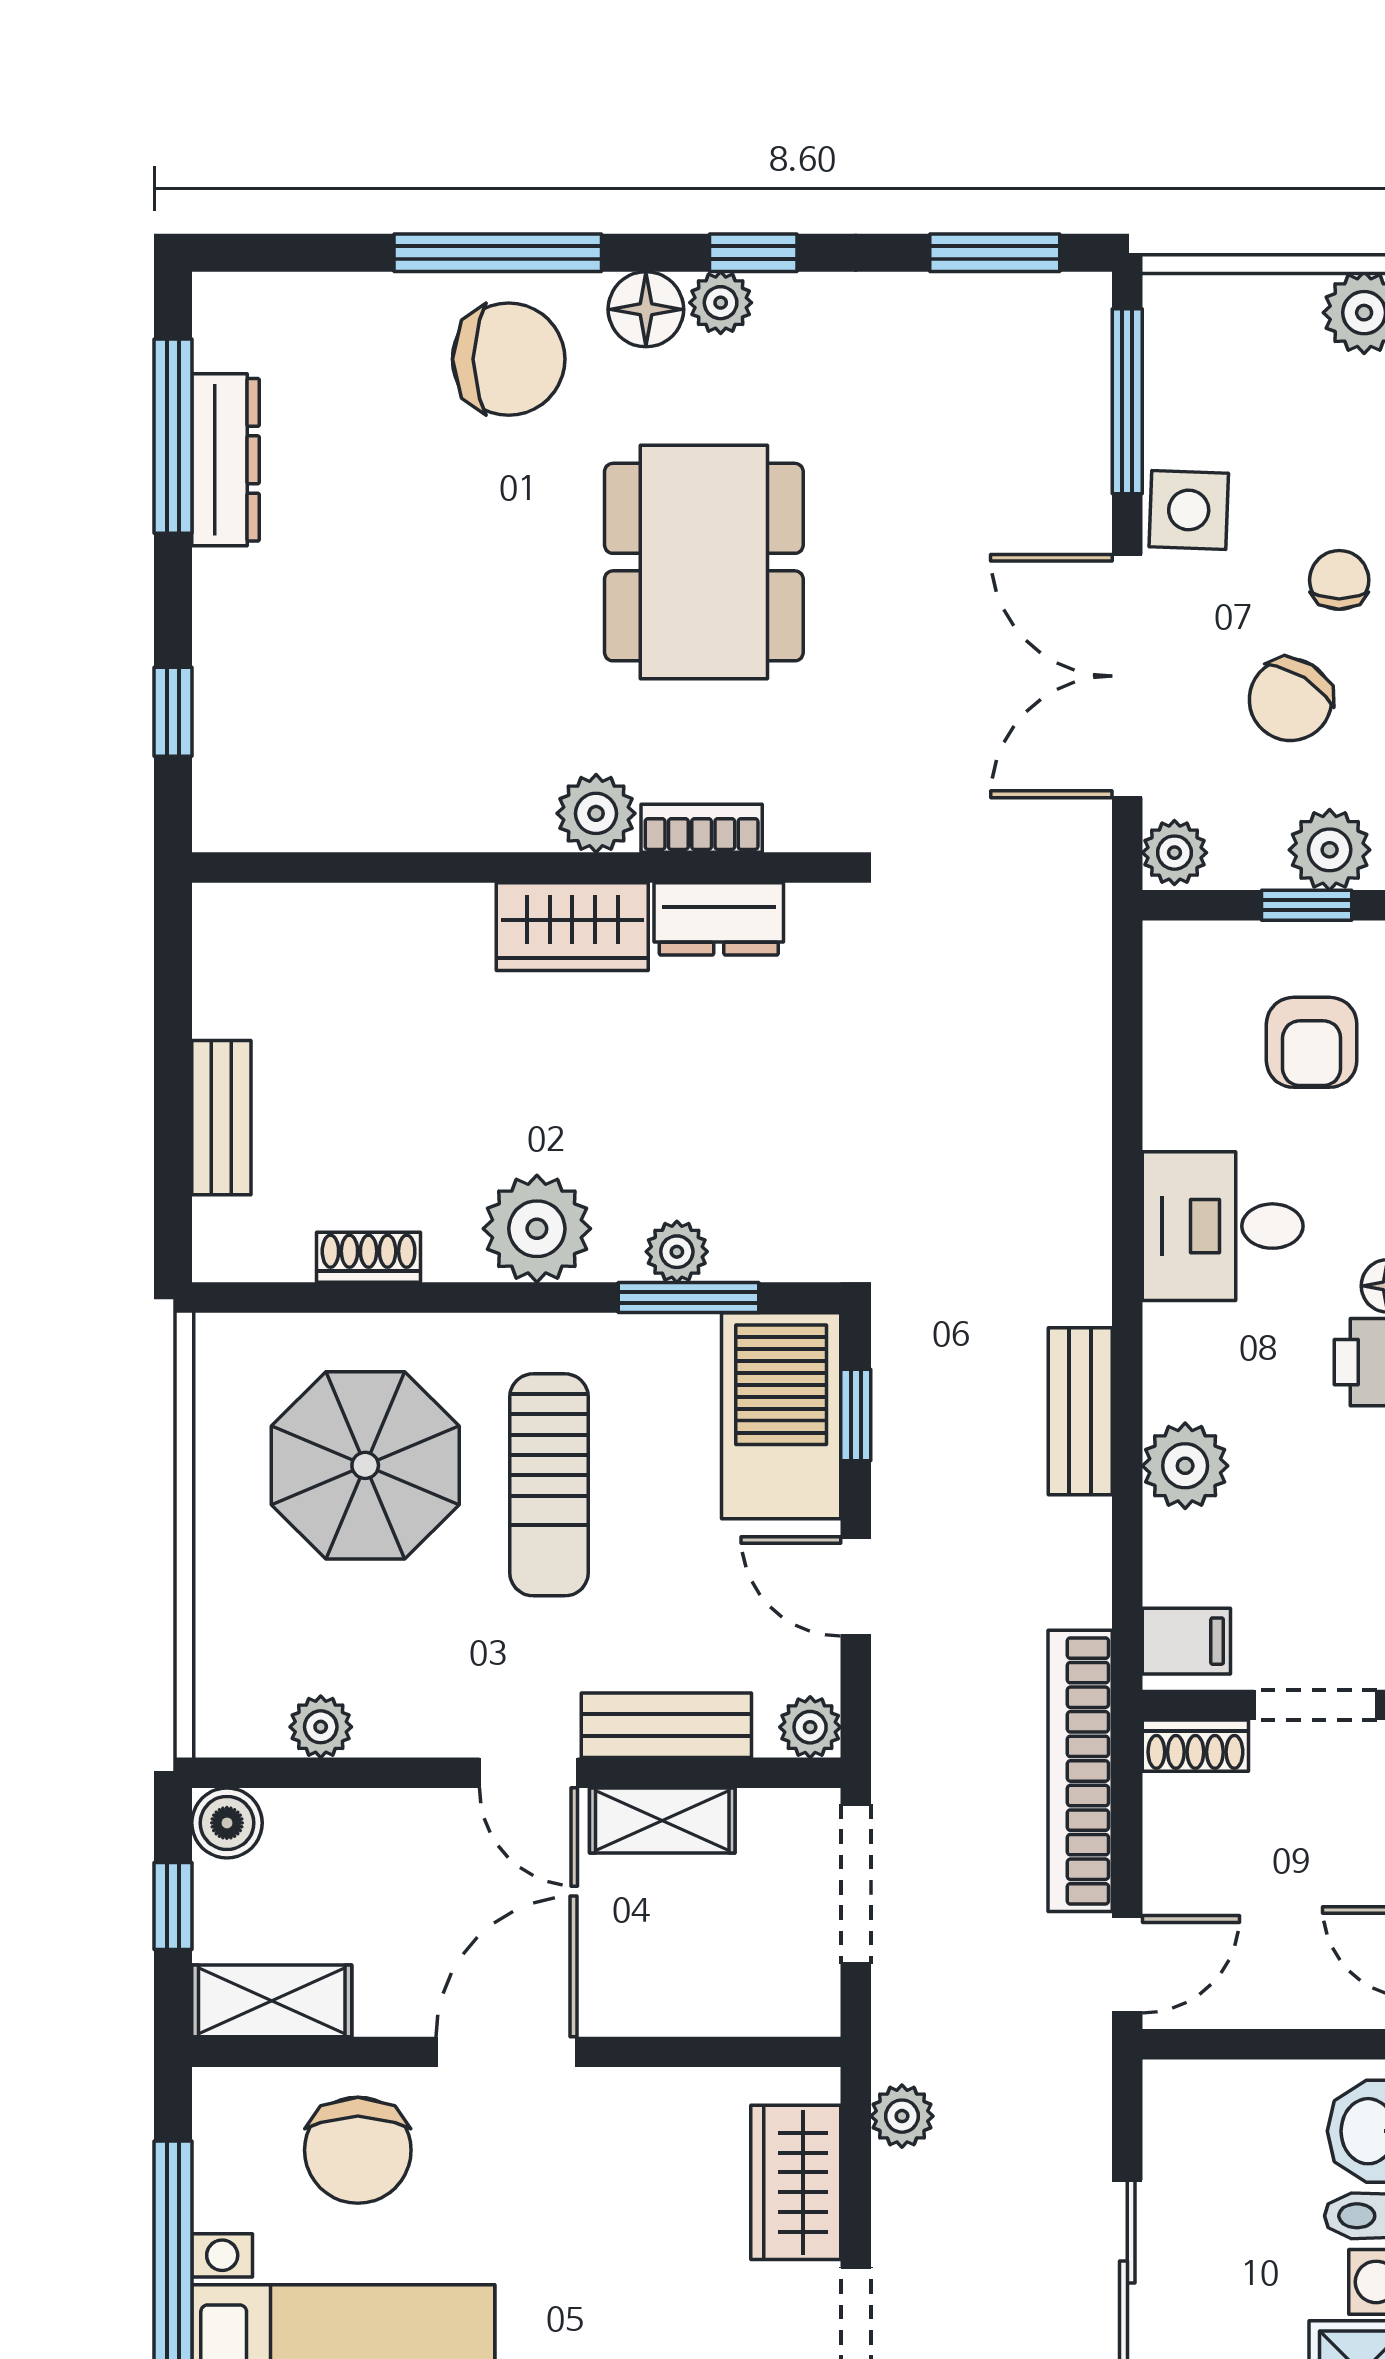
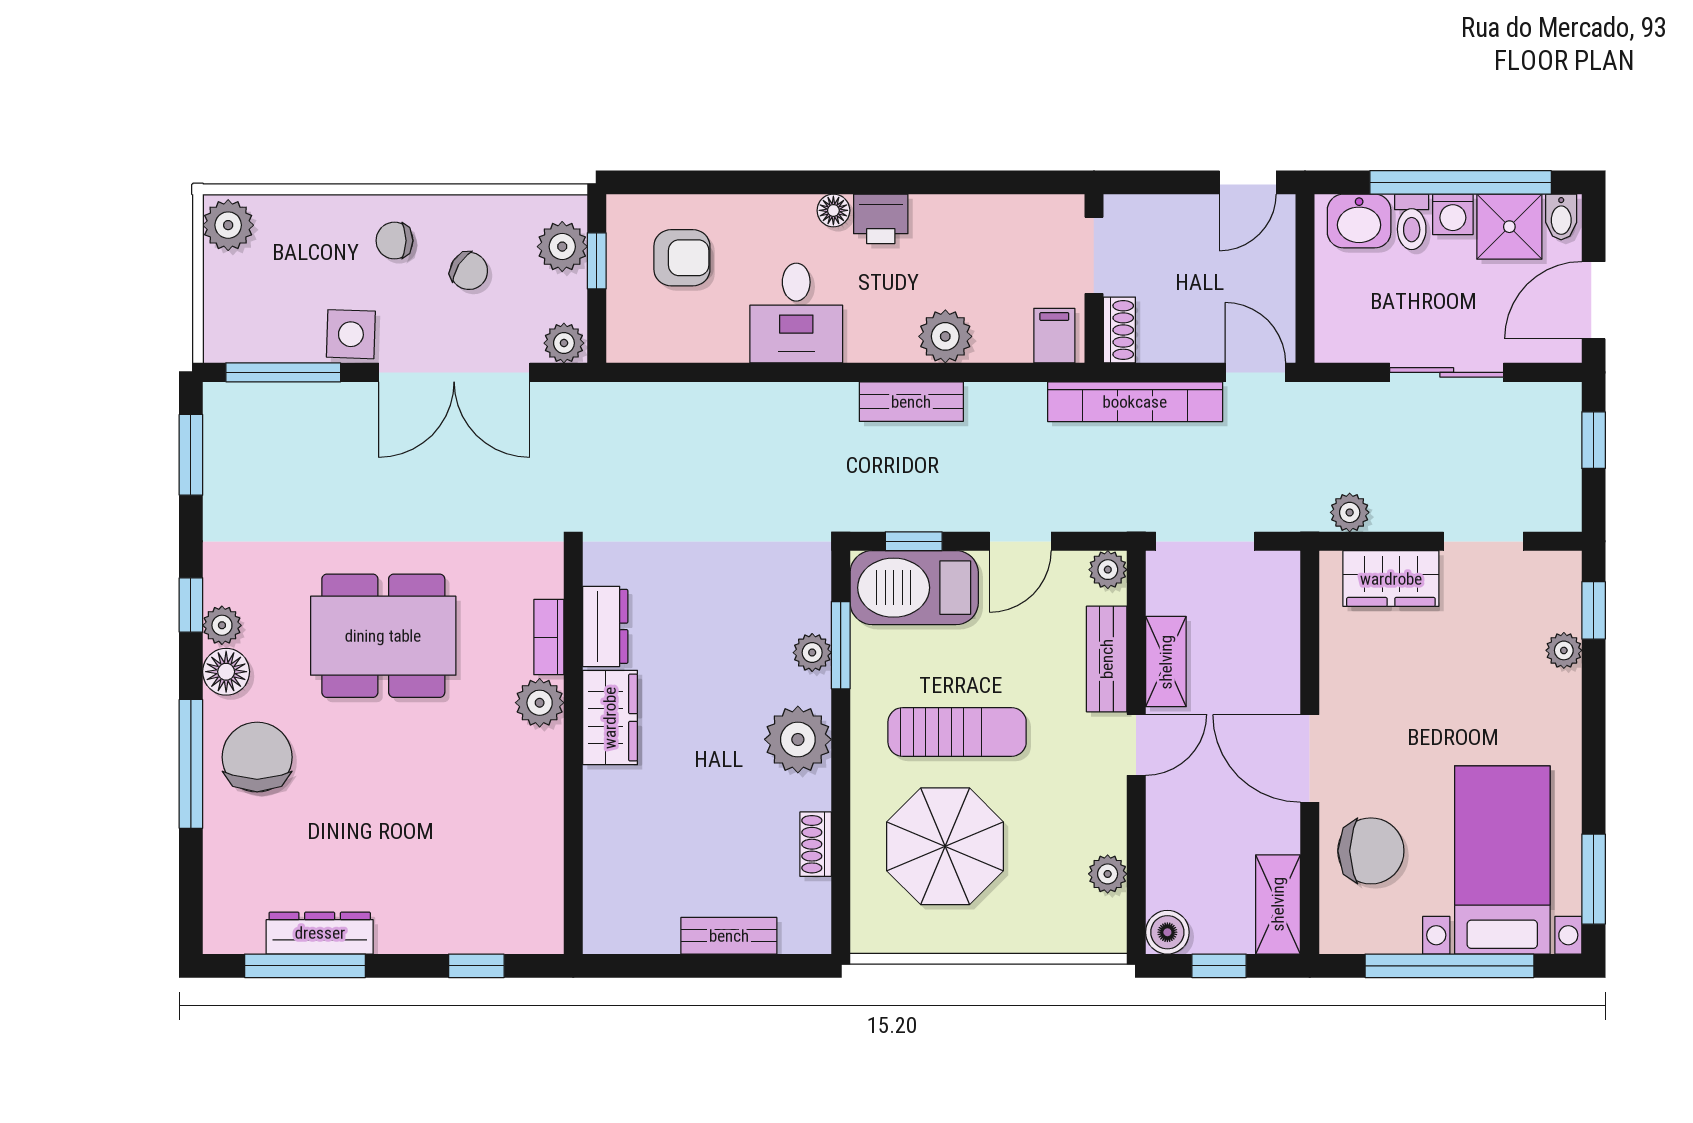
chair: (1290, 700) -> (469, 271), width x0.73, depth x0.73

